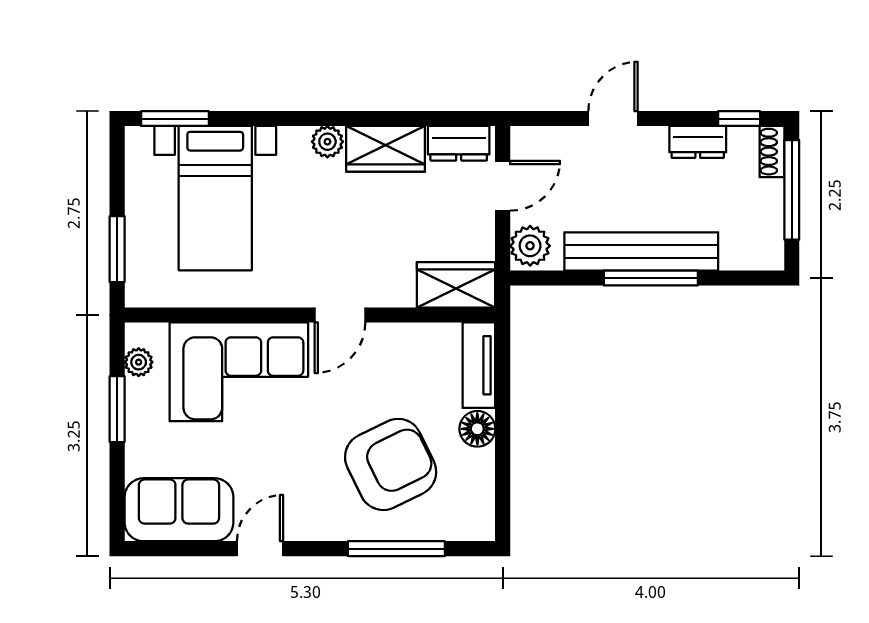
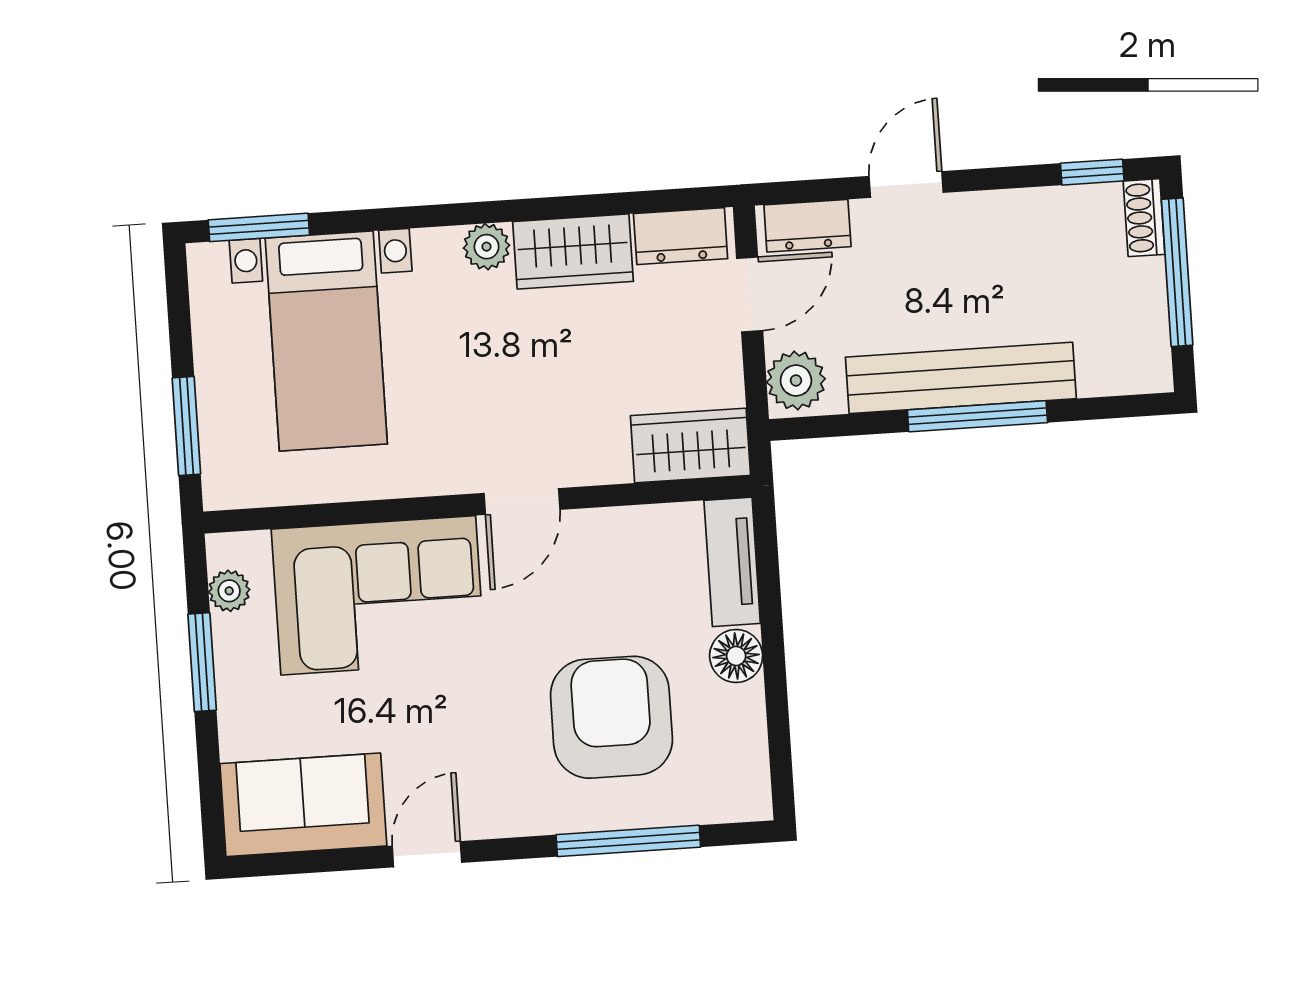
dresser: (698, 142) -> (807, 226), moved
armchair: (391, 464) -> (611, 717), turned -64

